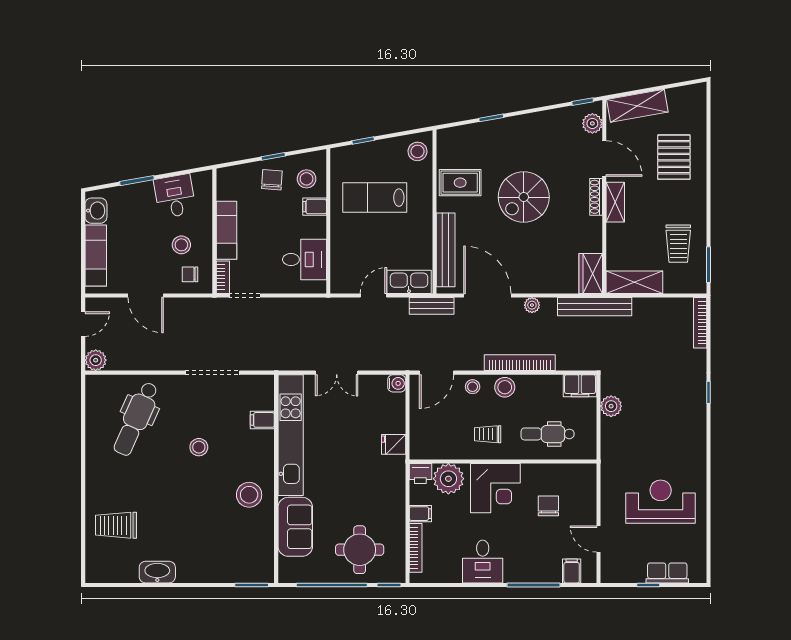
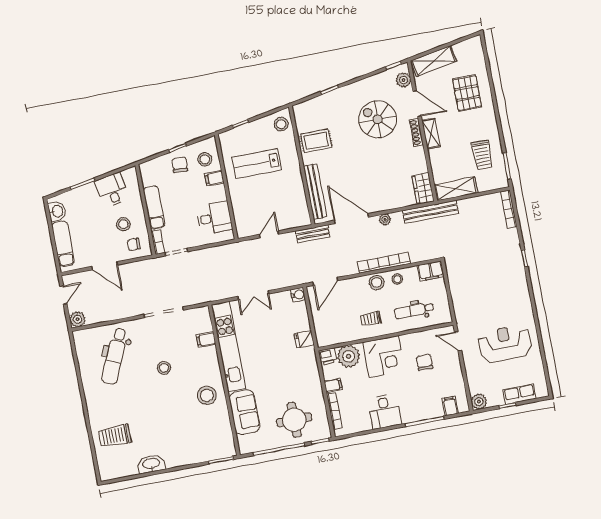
spiral stairs: (524, 197) -> (378, 119), moved, turned 90
kitchen sink: (409, 282) -> (293, 220), removed
stool: (473, 387) -> (397, 279), moved
plant: (611, 406) -> (479, 402), moved
door: (599, 539) -> (458, 341), moved

